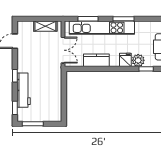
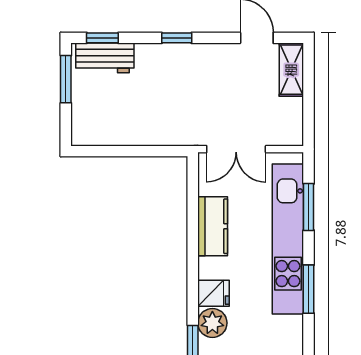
shelving: (45, 26) -> (291, 70), moved
workbench: (24, 90) -> (105, 58), moved, width x0.73

